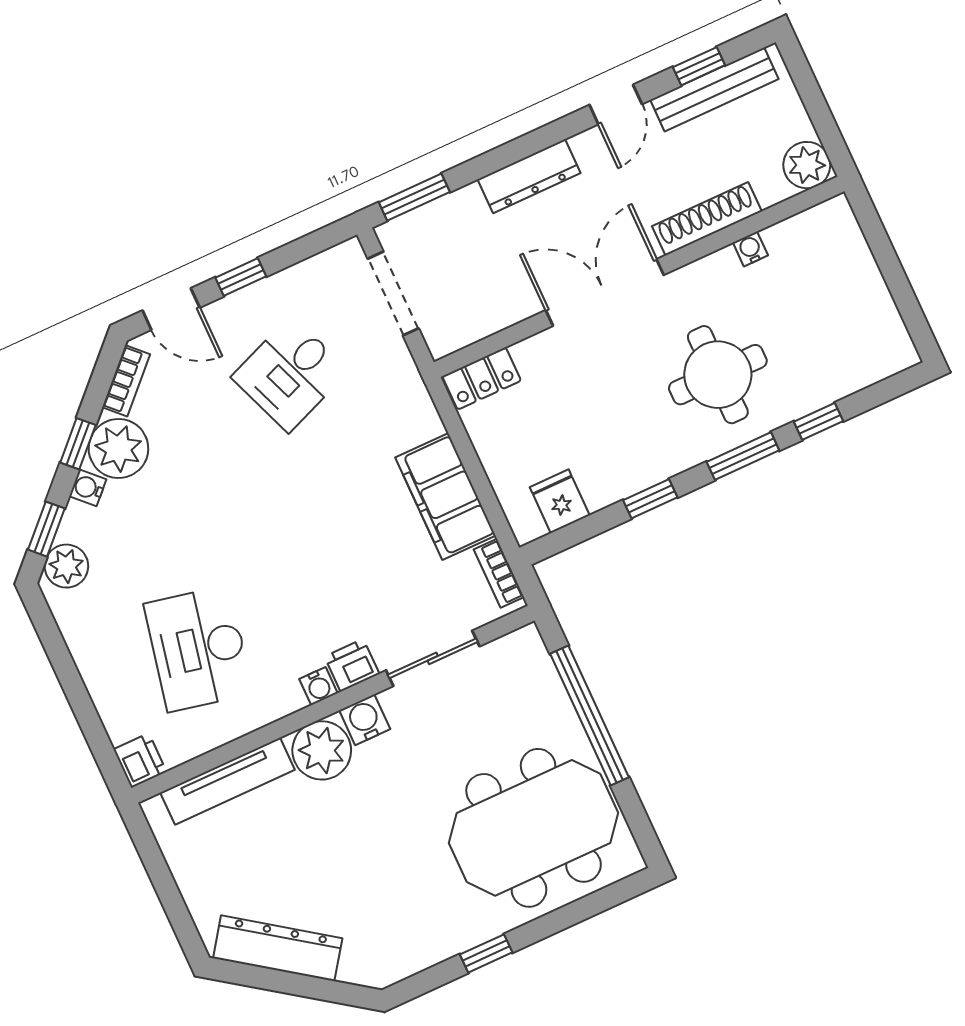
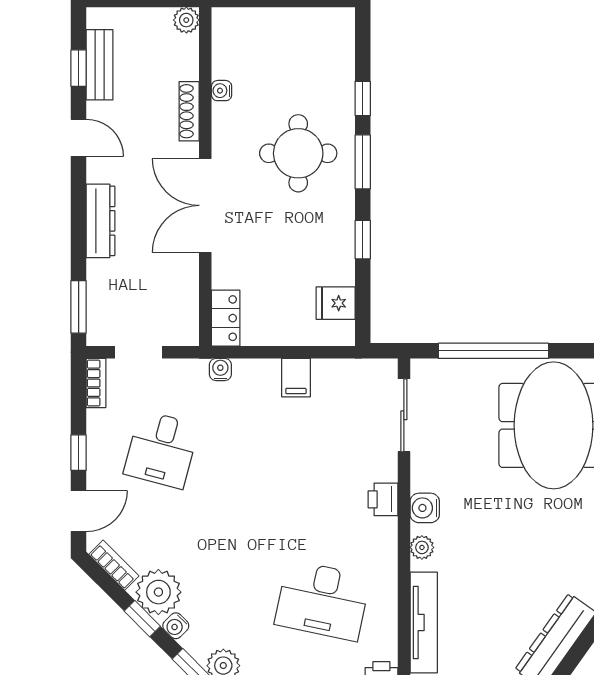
bench: (714, 89) -> (100, 65), width x0.73
plant: (807, 165) -> (186, 20), width x0.73, depth x0.73
shoe rack: (707, 219) -> (189, 111), width x0.74, depth x0.81
doorway: (393, 293) -> (139, 352), width x0.73
desk: (290, 374) -> (161, 449), turned 36
filing cabinet: (446, 497) -> (296, 378), width x0.33, depth x0.86
bookcase: (499, 573) -> (96, 383), moved, turned -90
sliding door: (433, 658) -> (404, 415), moved
water cooler: (318, 686) -> (220, 370), moved, turned -90
plant: (322, 750) -> (422, 547), width x0.53, depth x0.53

